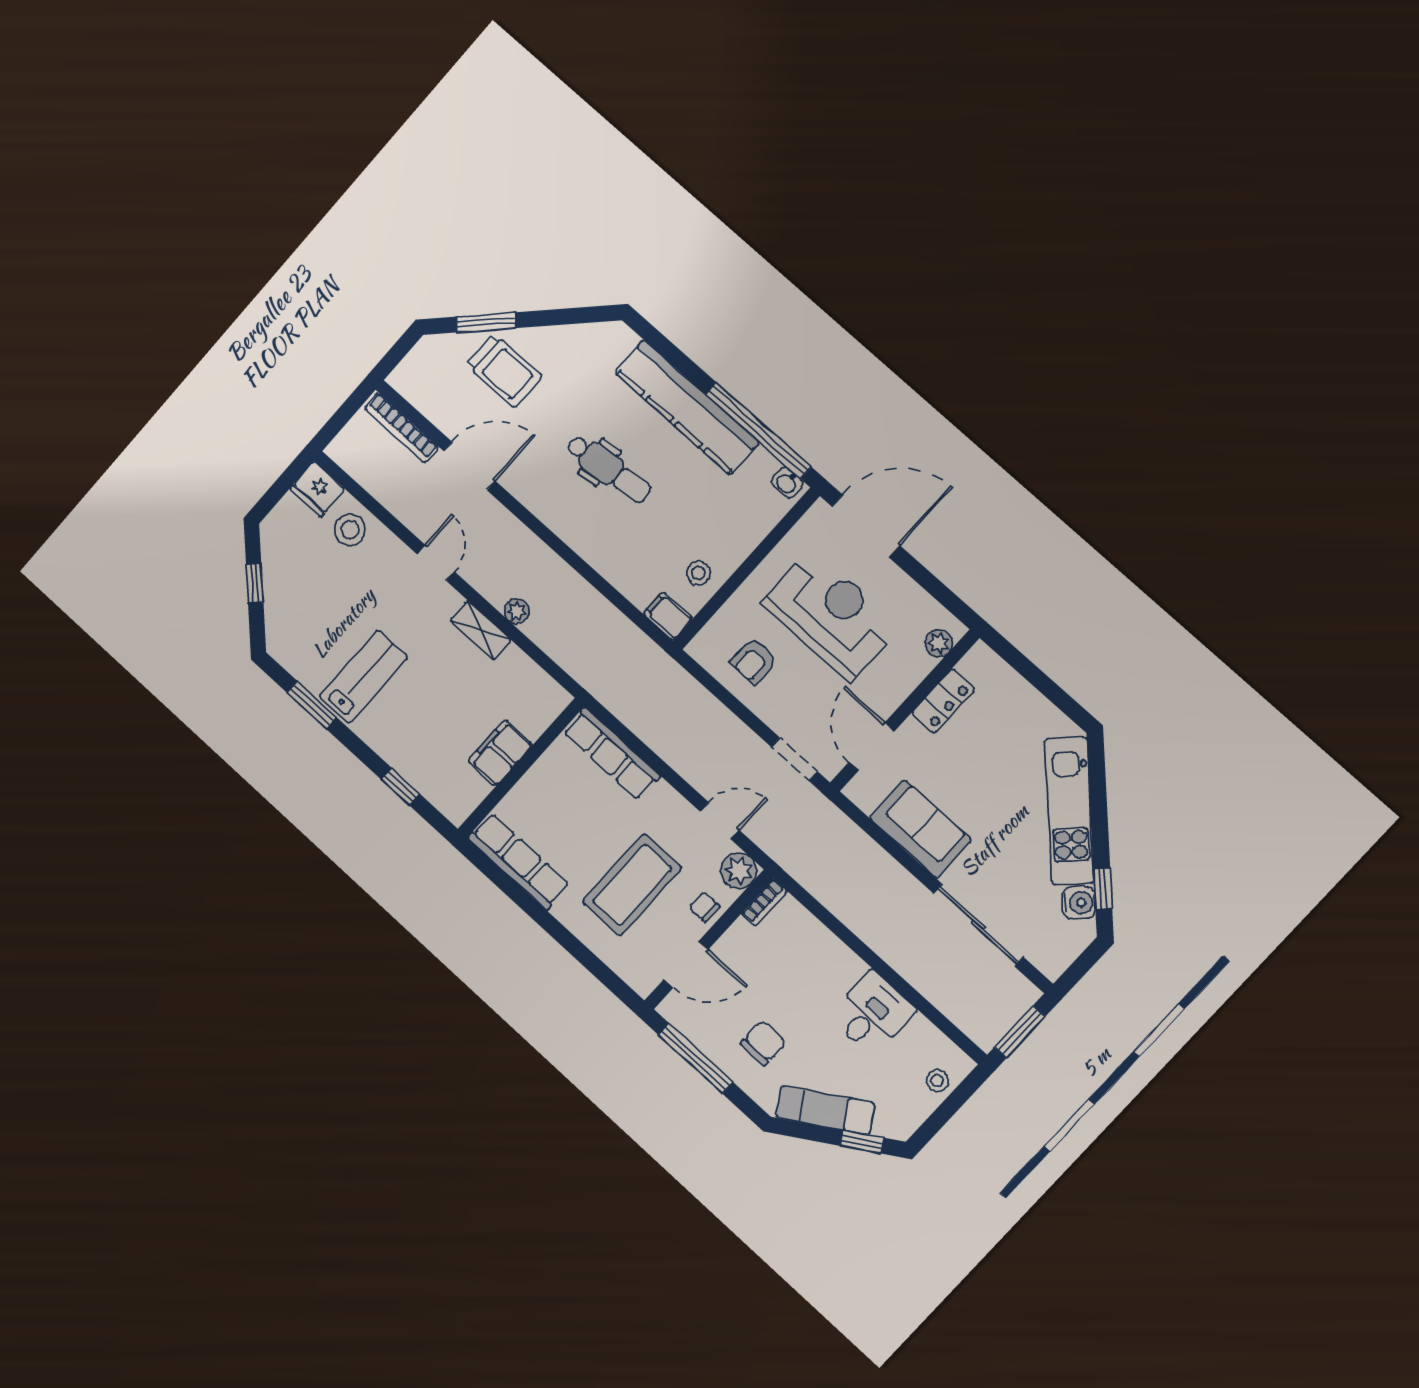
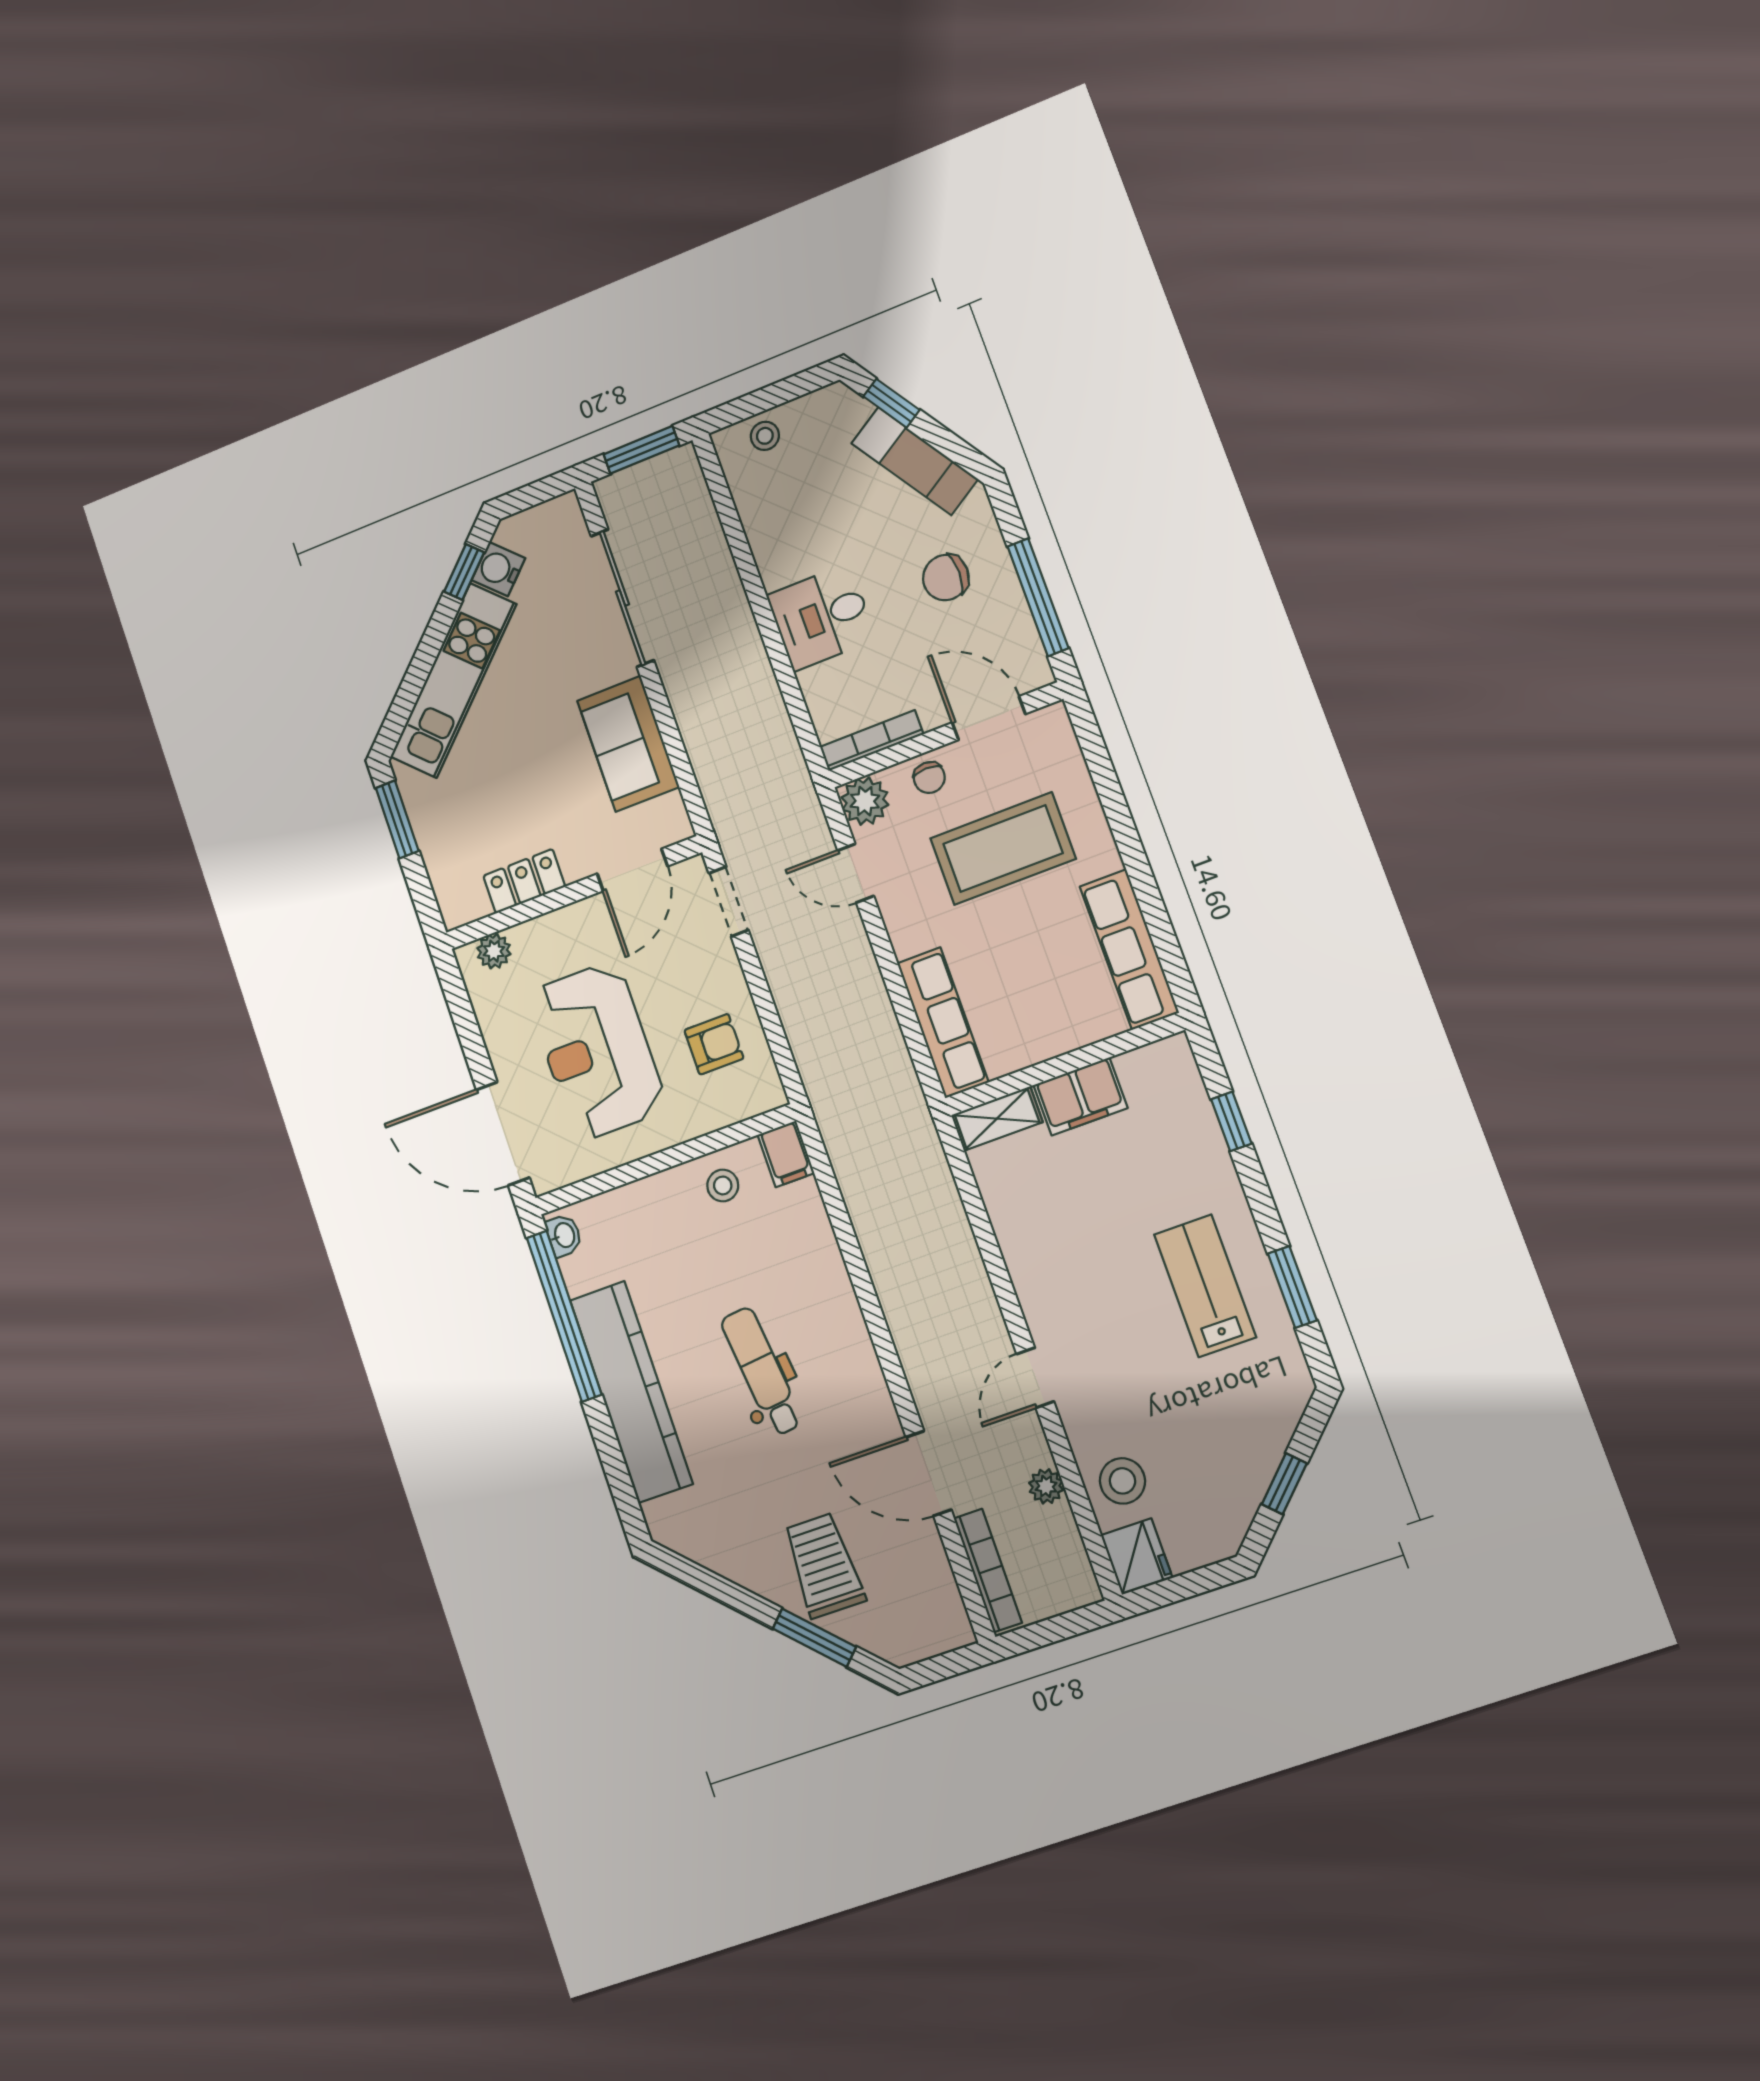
plant: (517, 611) -> (1046, 1486), moved
shelving: (481, 631) -> (997, 1119), moved, turned 90
lab bench: (363, 677) -> (1205, 1286), turned 90
window: (1058, 696) -> (397, 819), added
bookcase: (764, 902) -> (872, 741), width x1.56
desk: (872, 1013) -> (821, 617), moved

